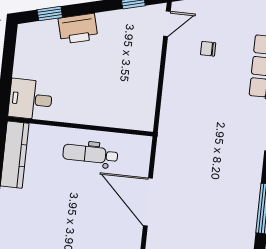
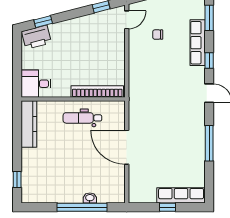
printer: (78, 29) -> (36, 37), moved
bookcase: (115, 119) -> (97, 91), added

